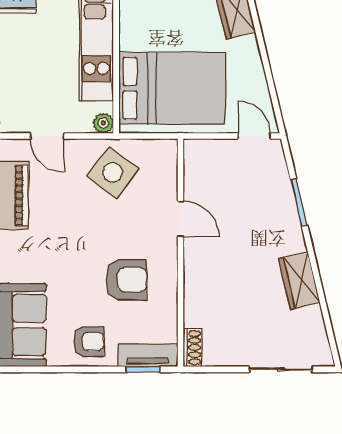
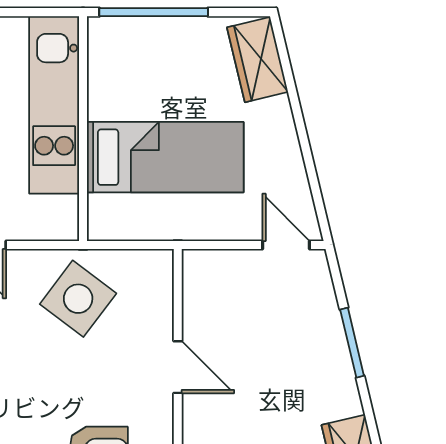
bed: (172, 88) -> (165, 157), width x0.67
plant: (103, 123) -> (64, 226), removed

